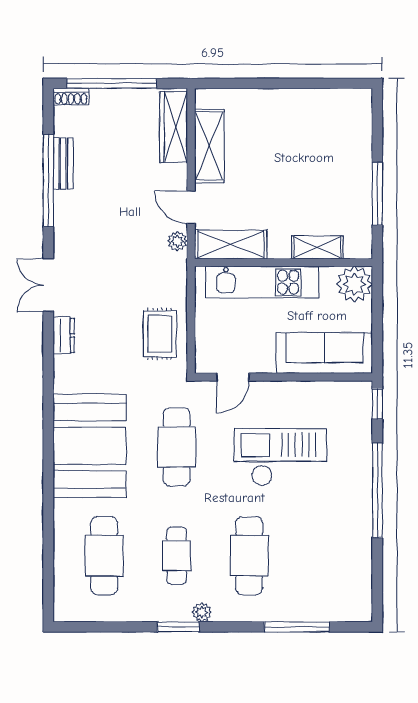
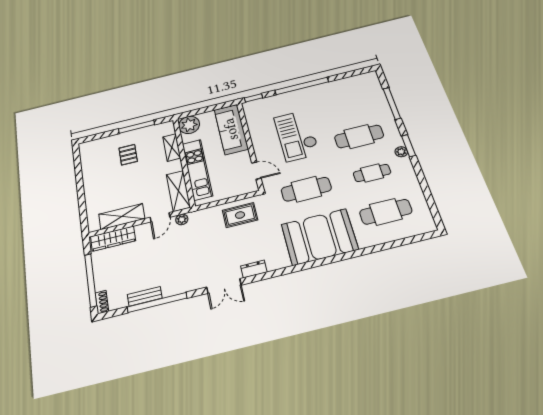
pallet: (325, 172) -> (128, 155), added
window: (178, 627) -> (408, 146), moved

